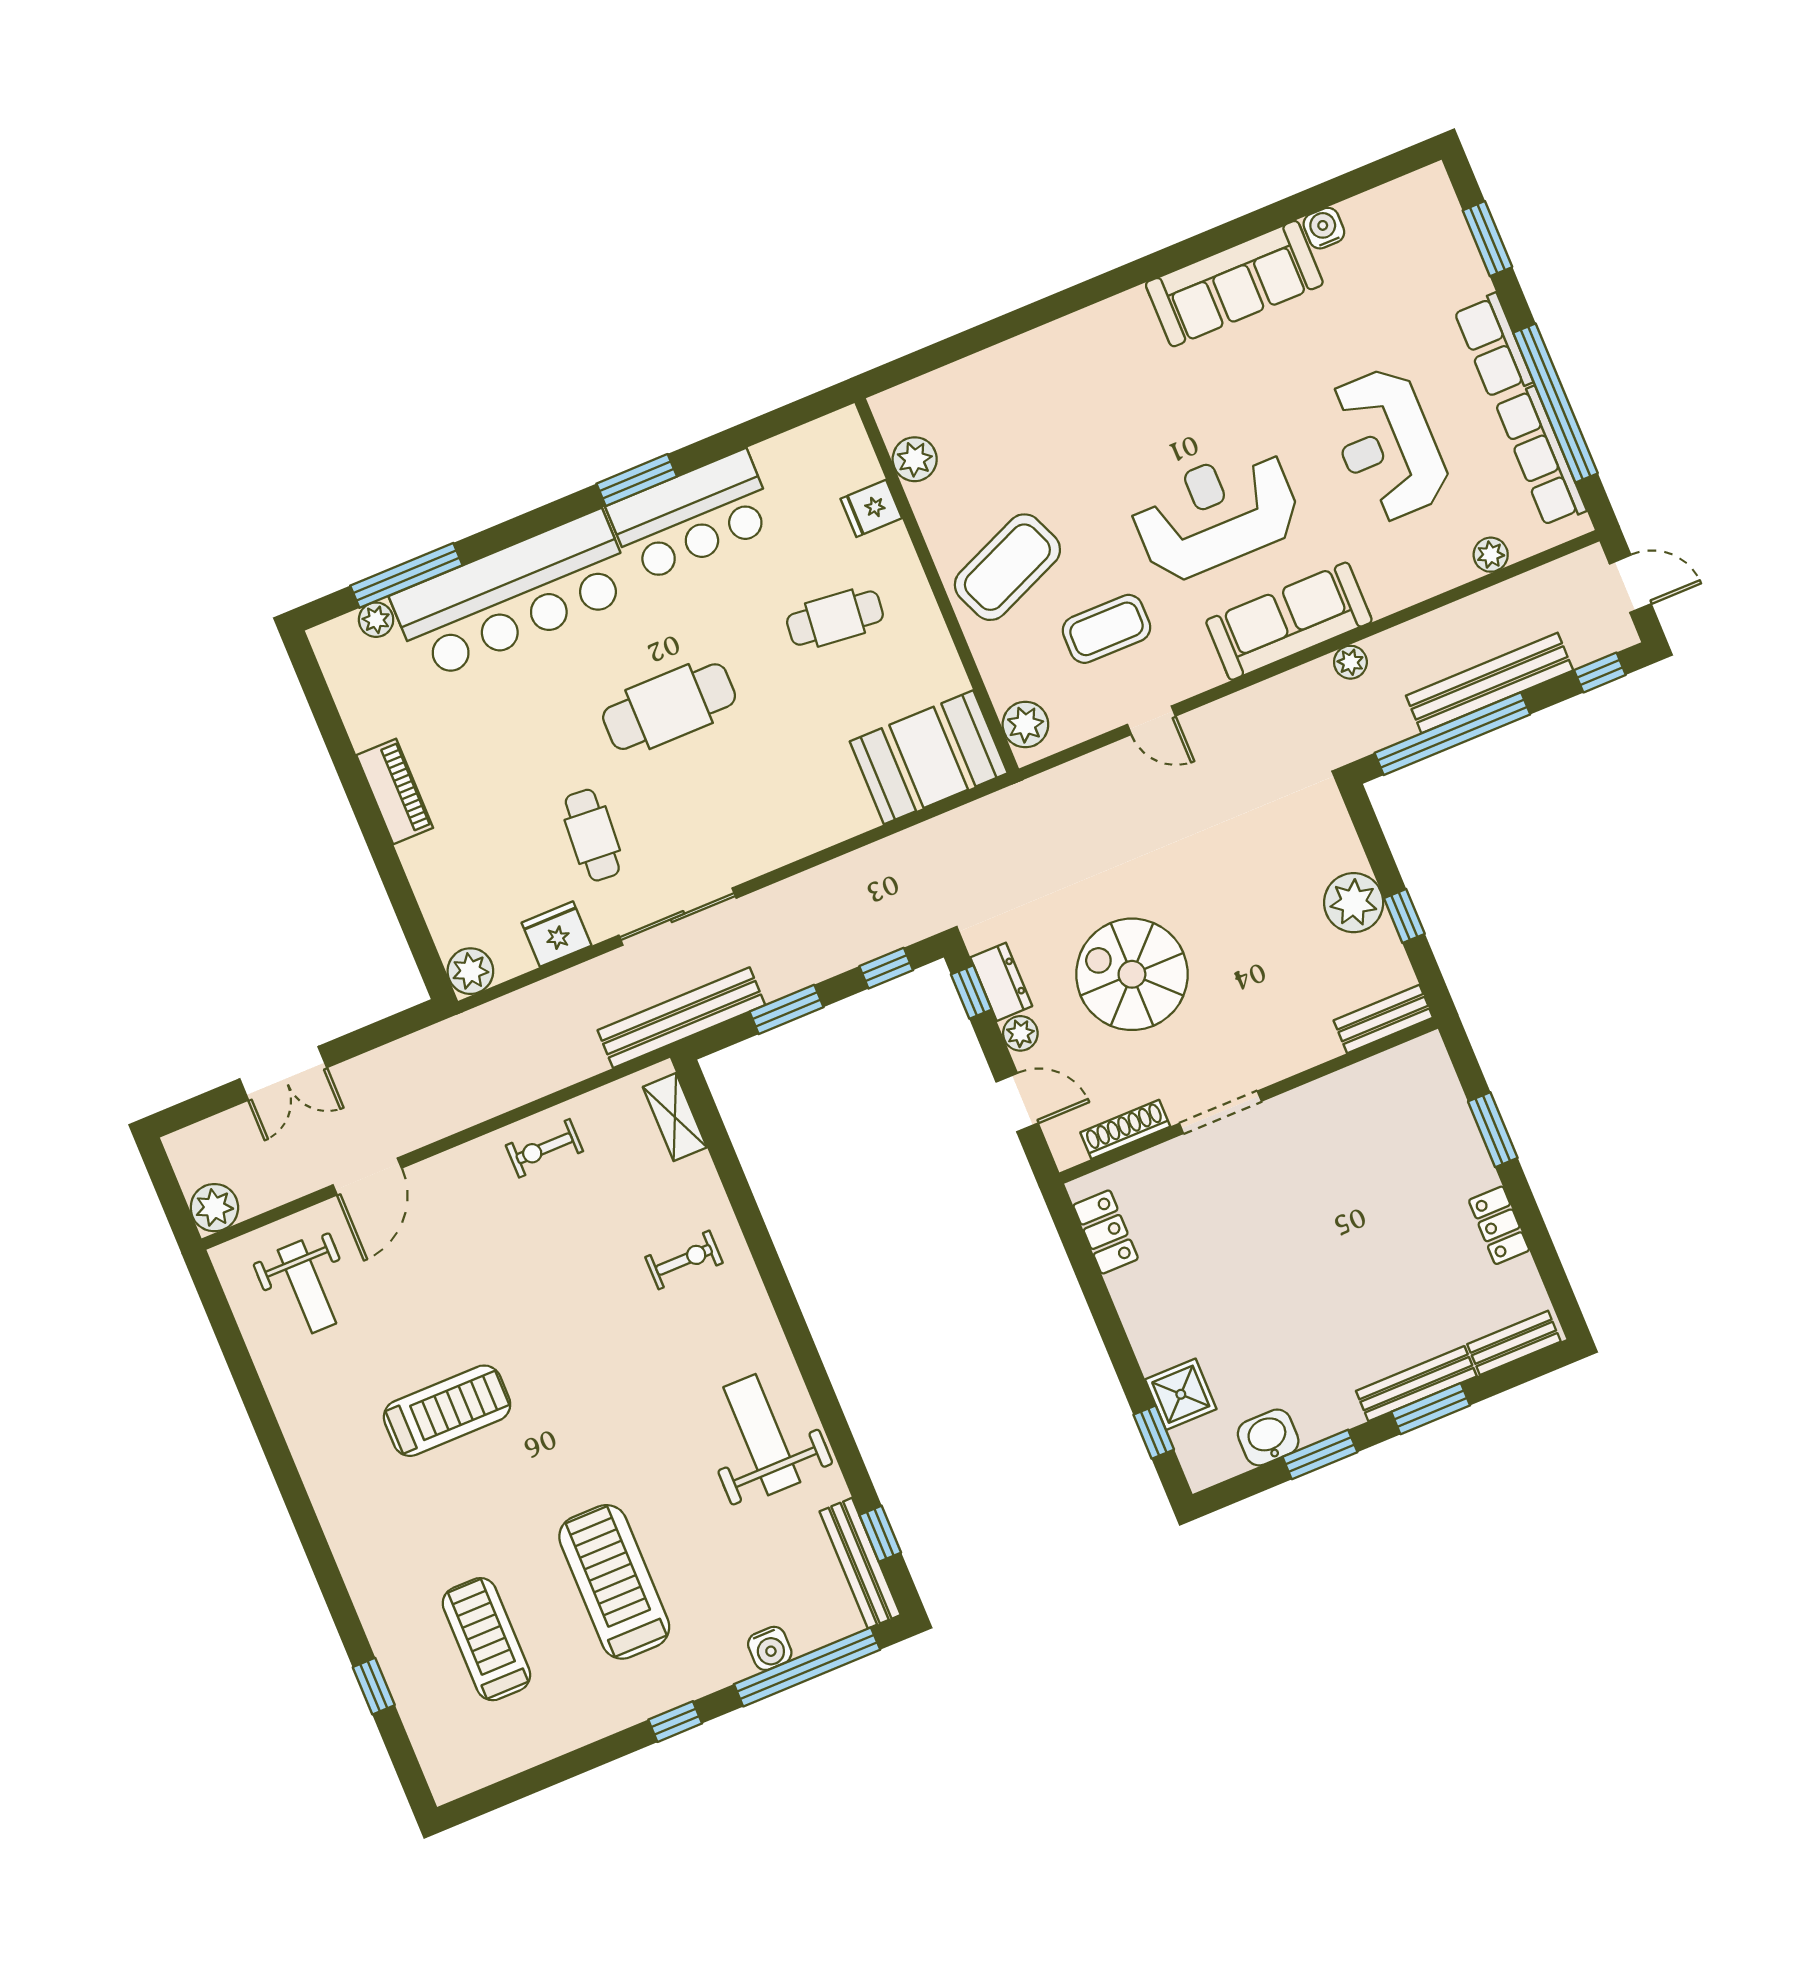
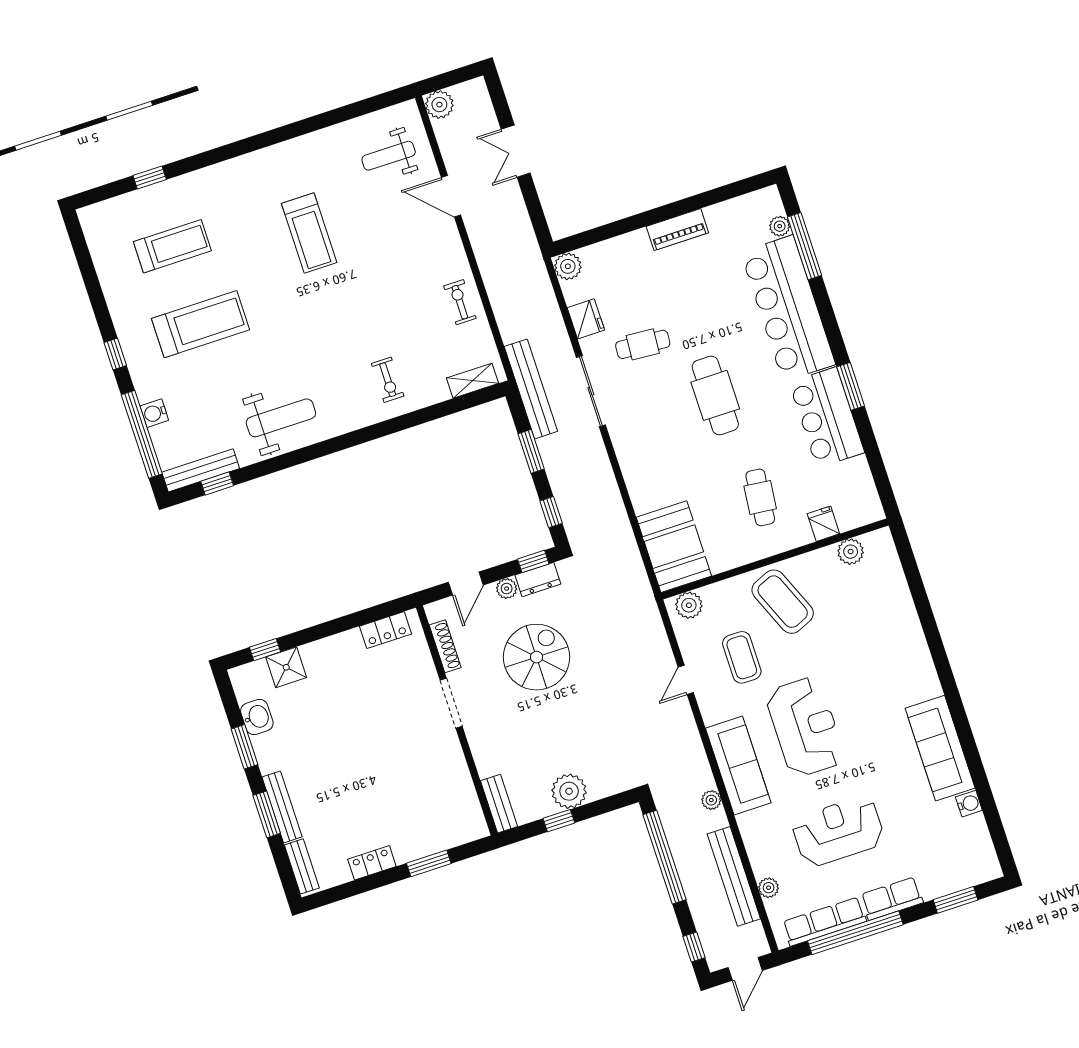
bench: (1490, 683) -> (734, 876), moved

